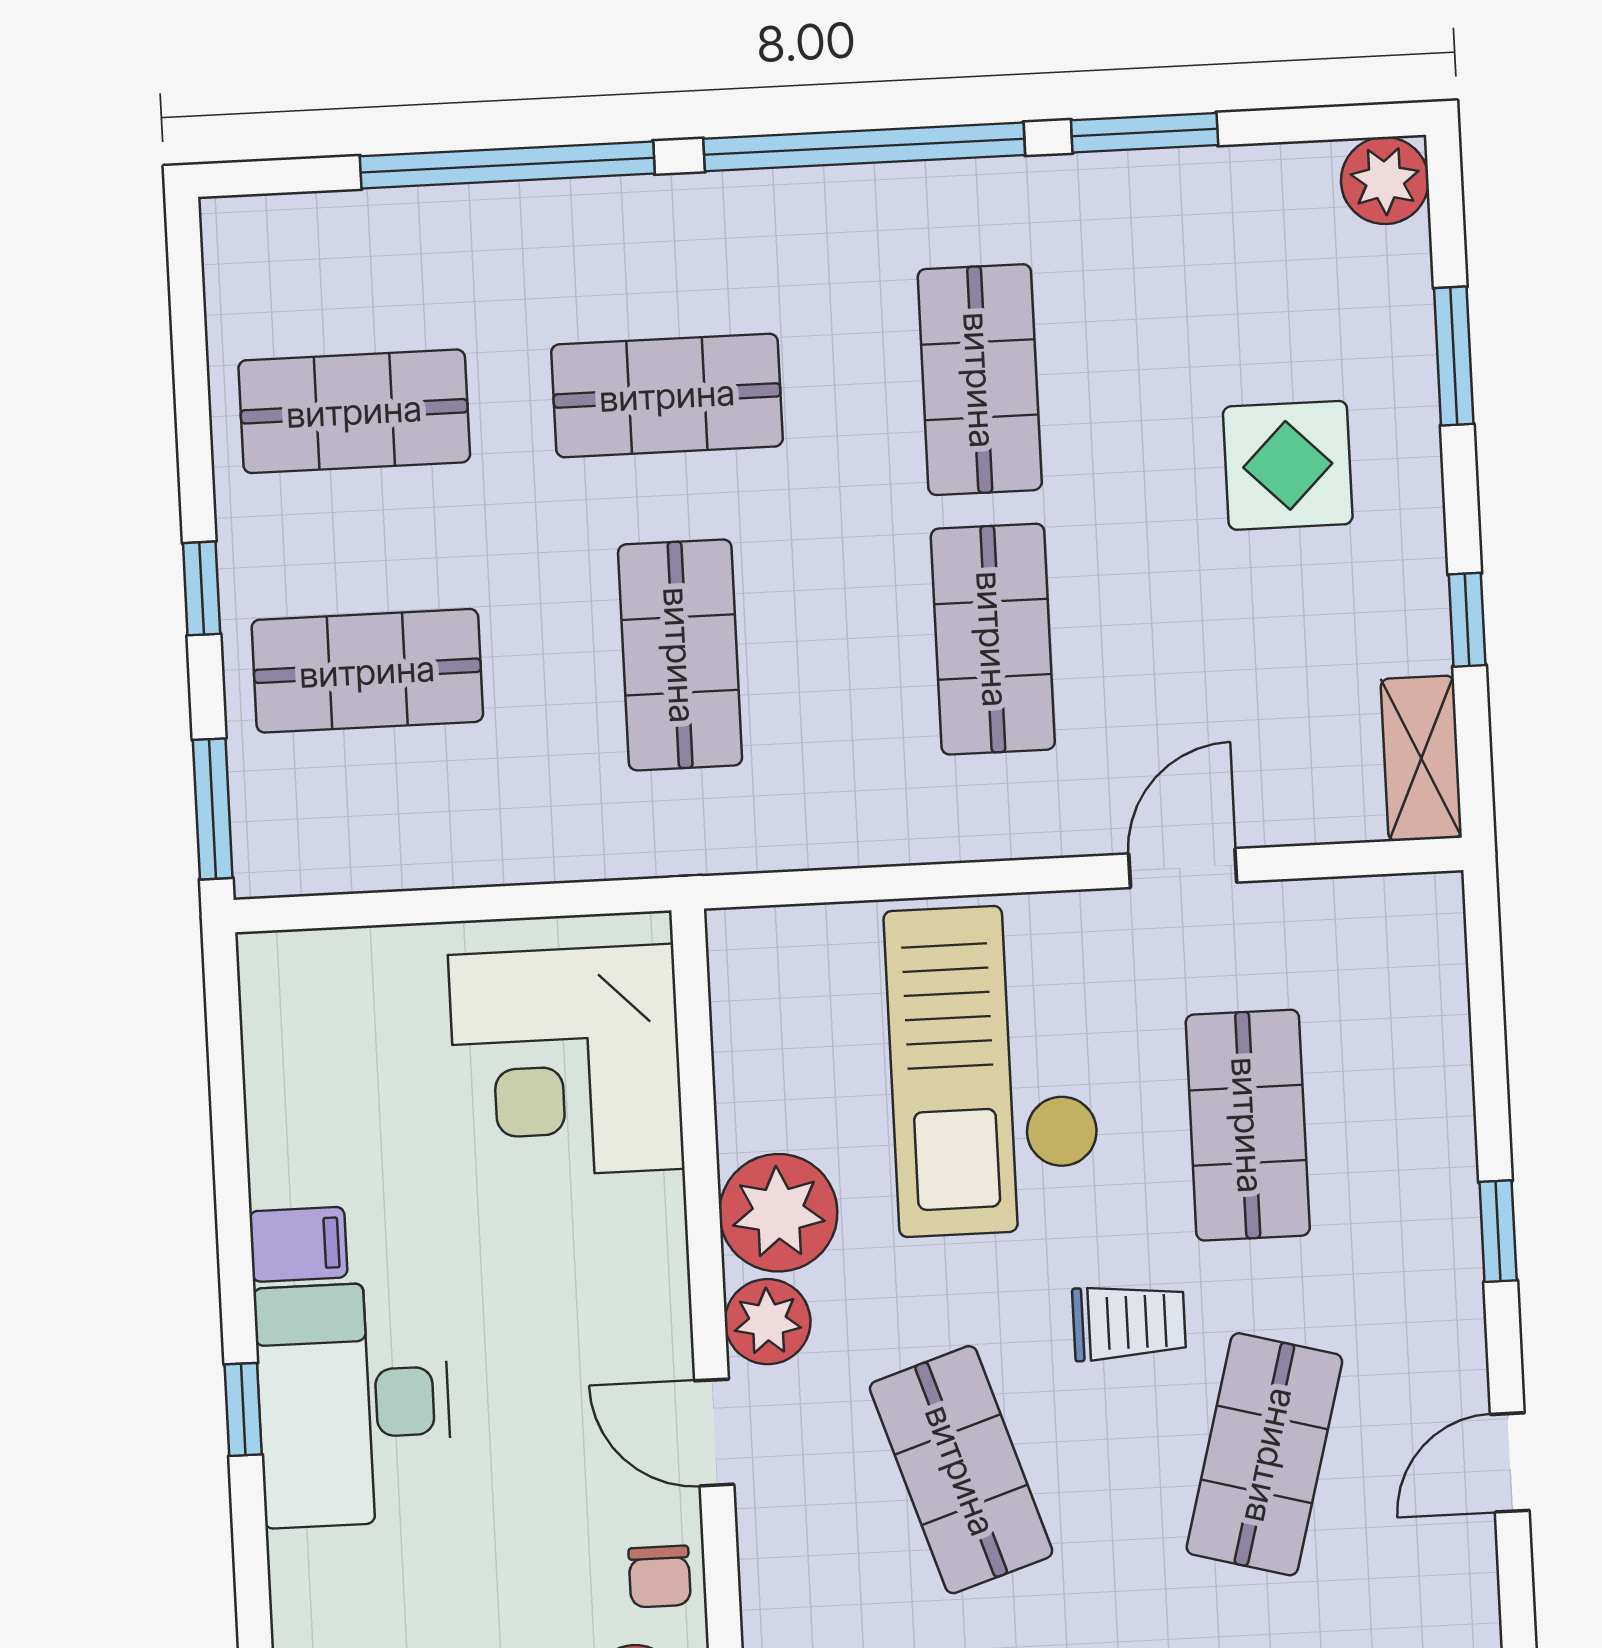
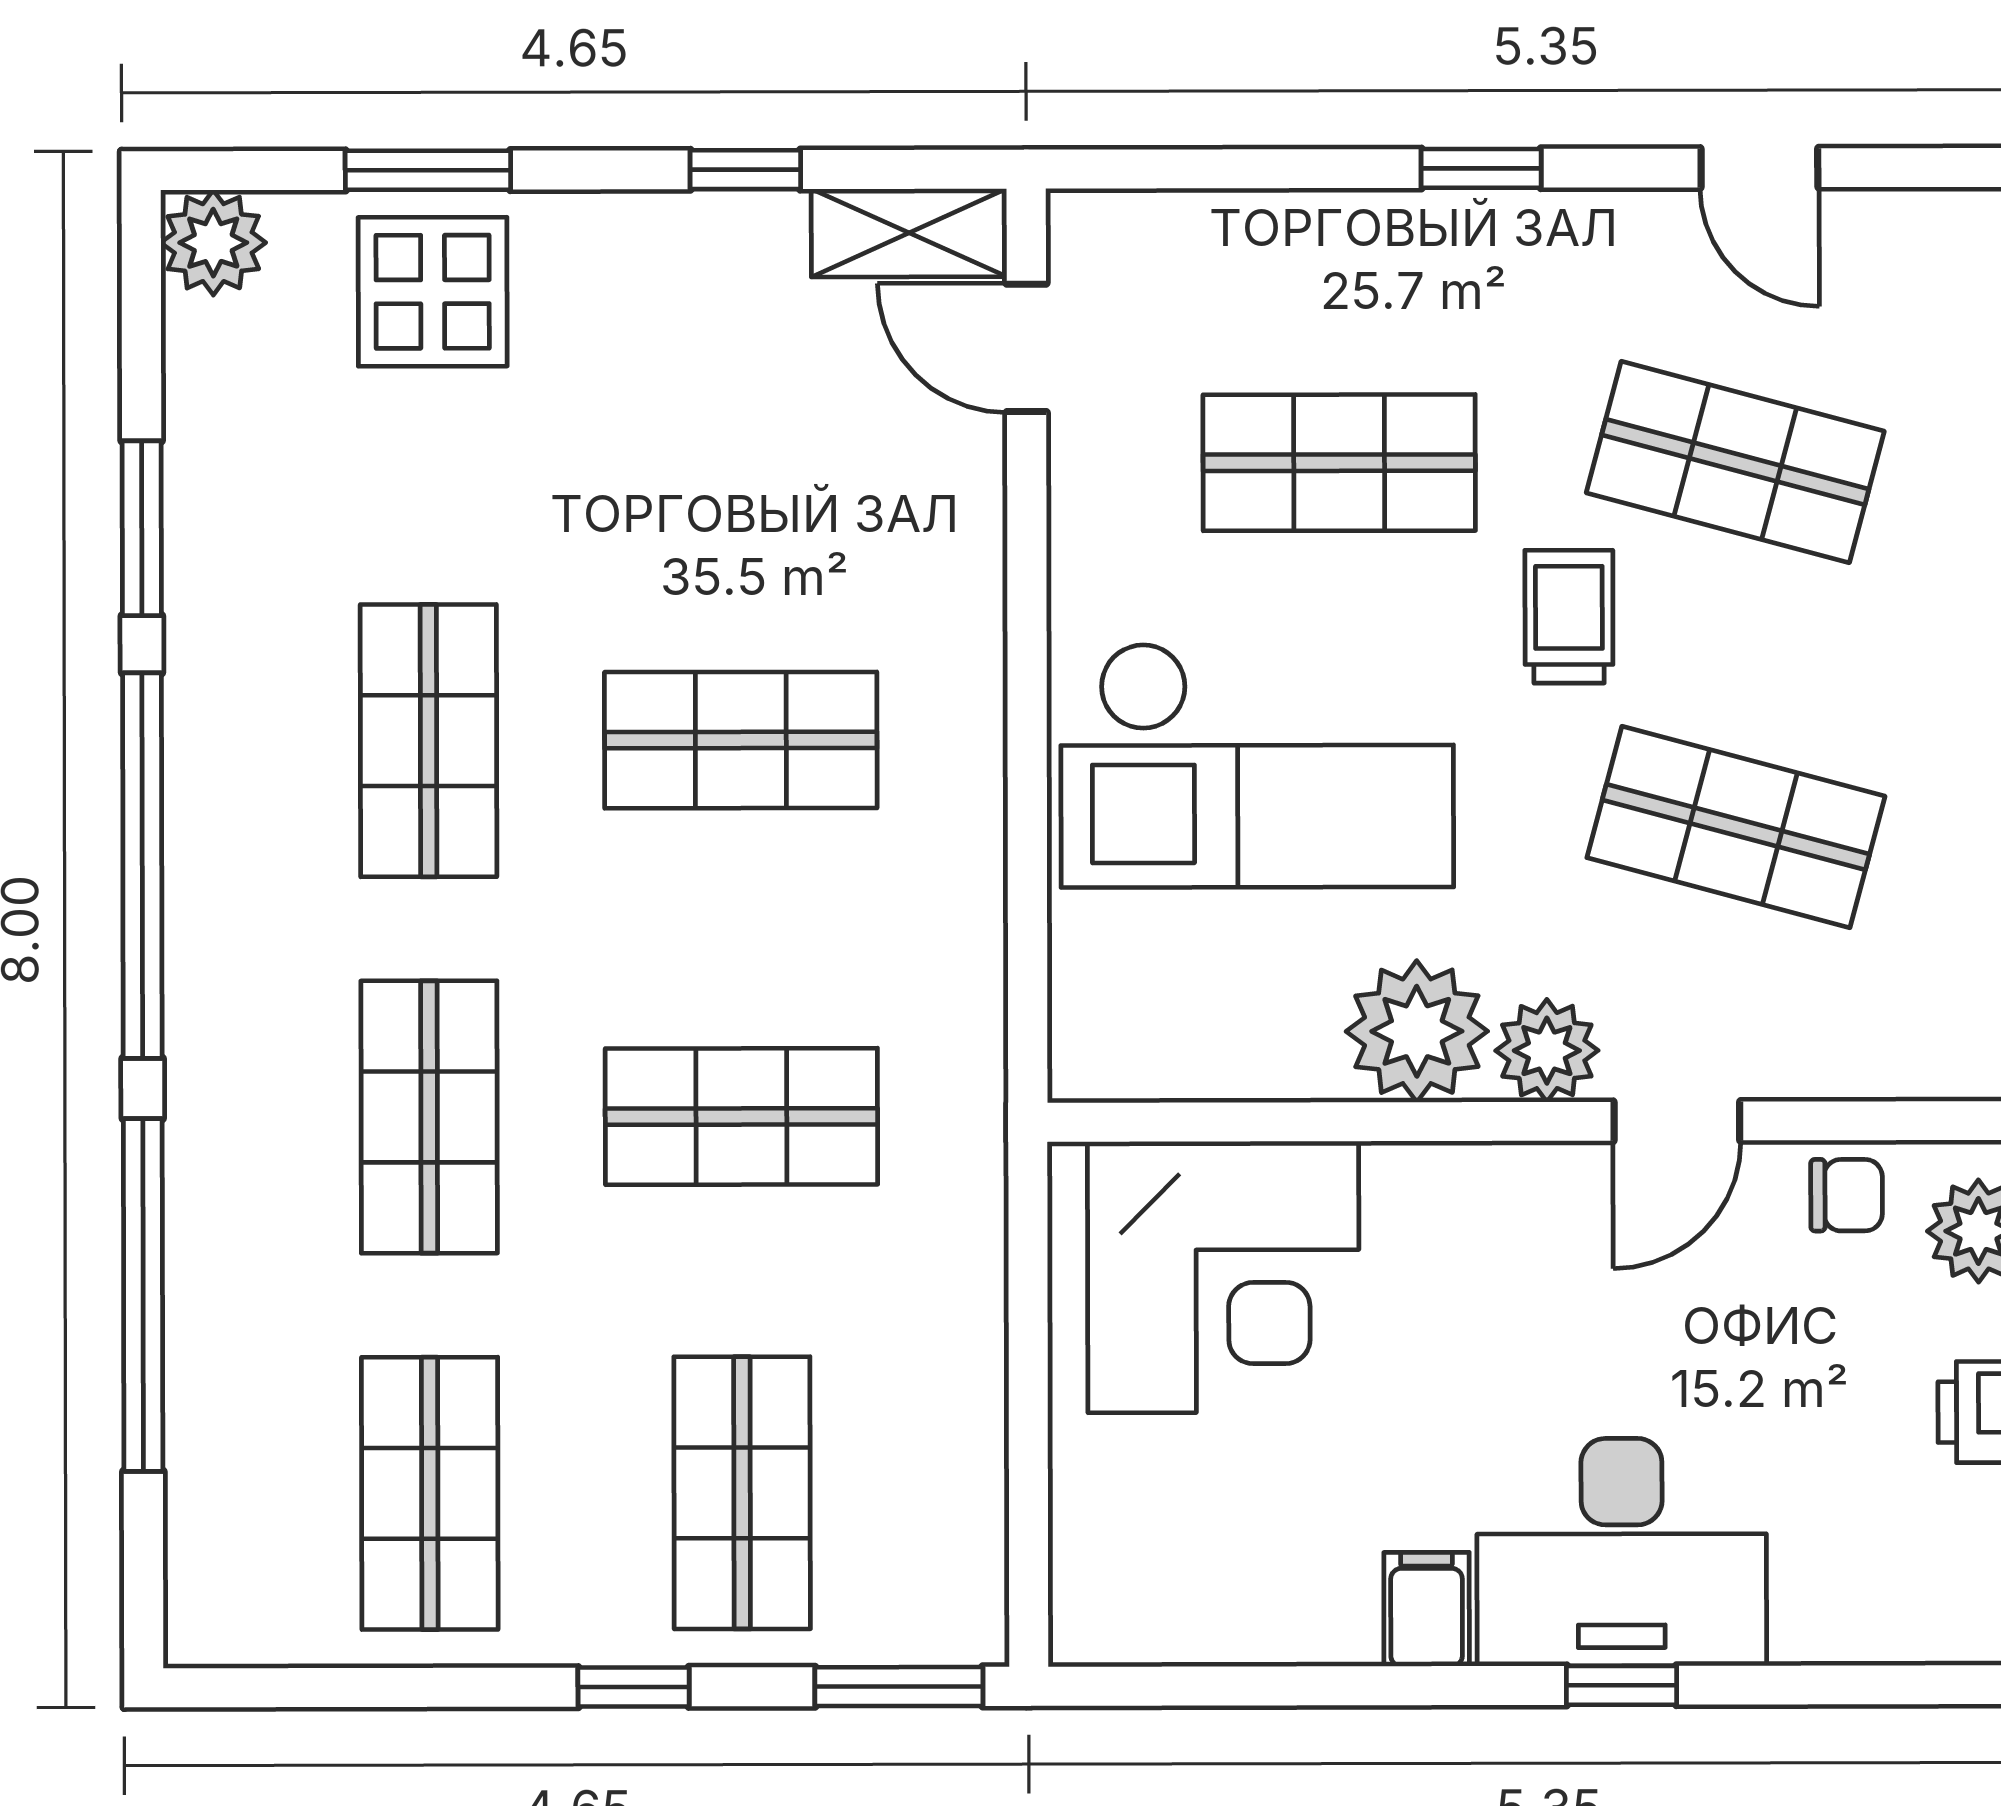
shop shelf: (980, 380) -> (428, 741), turned 90
display table: (1288, 465) -> (433, 292), moved
door: (1183, 868) -> (1026, 348), moved
shop shelf: (961, 1470) -> (1736, 827), turned 33

